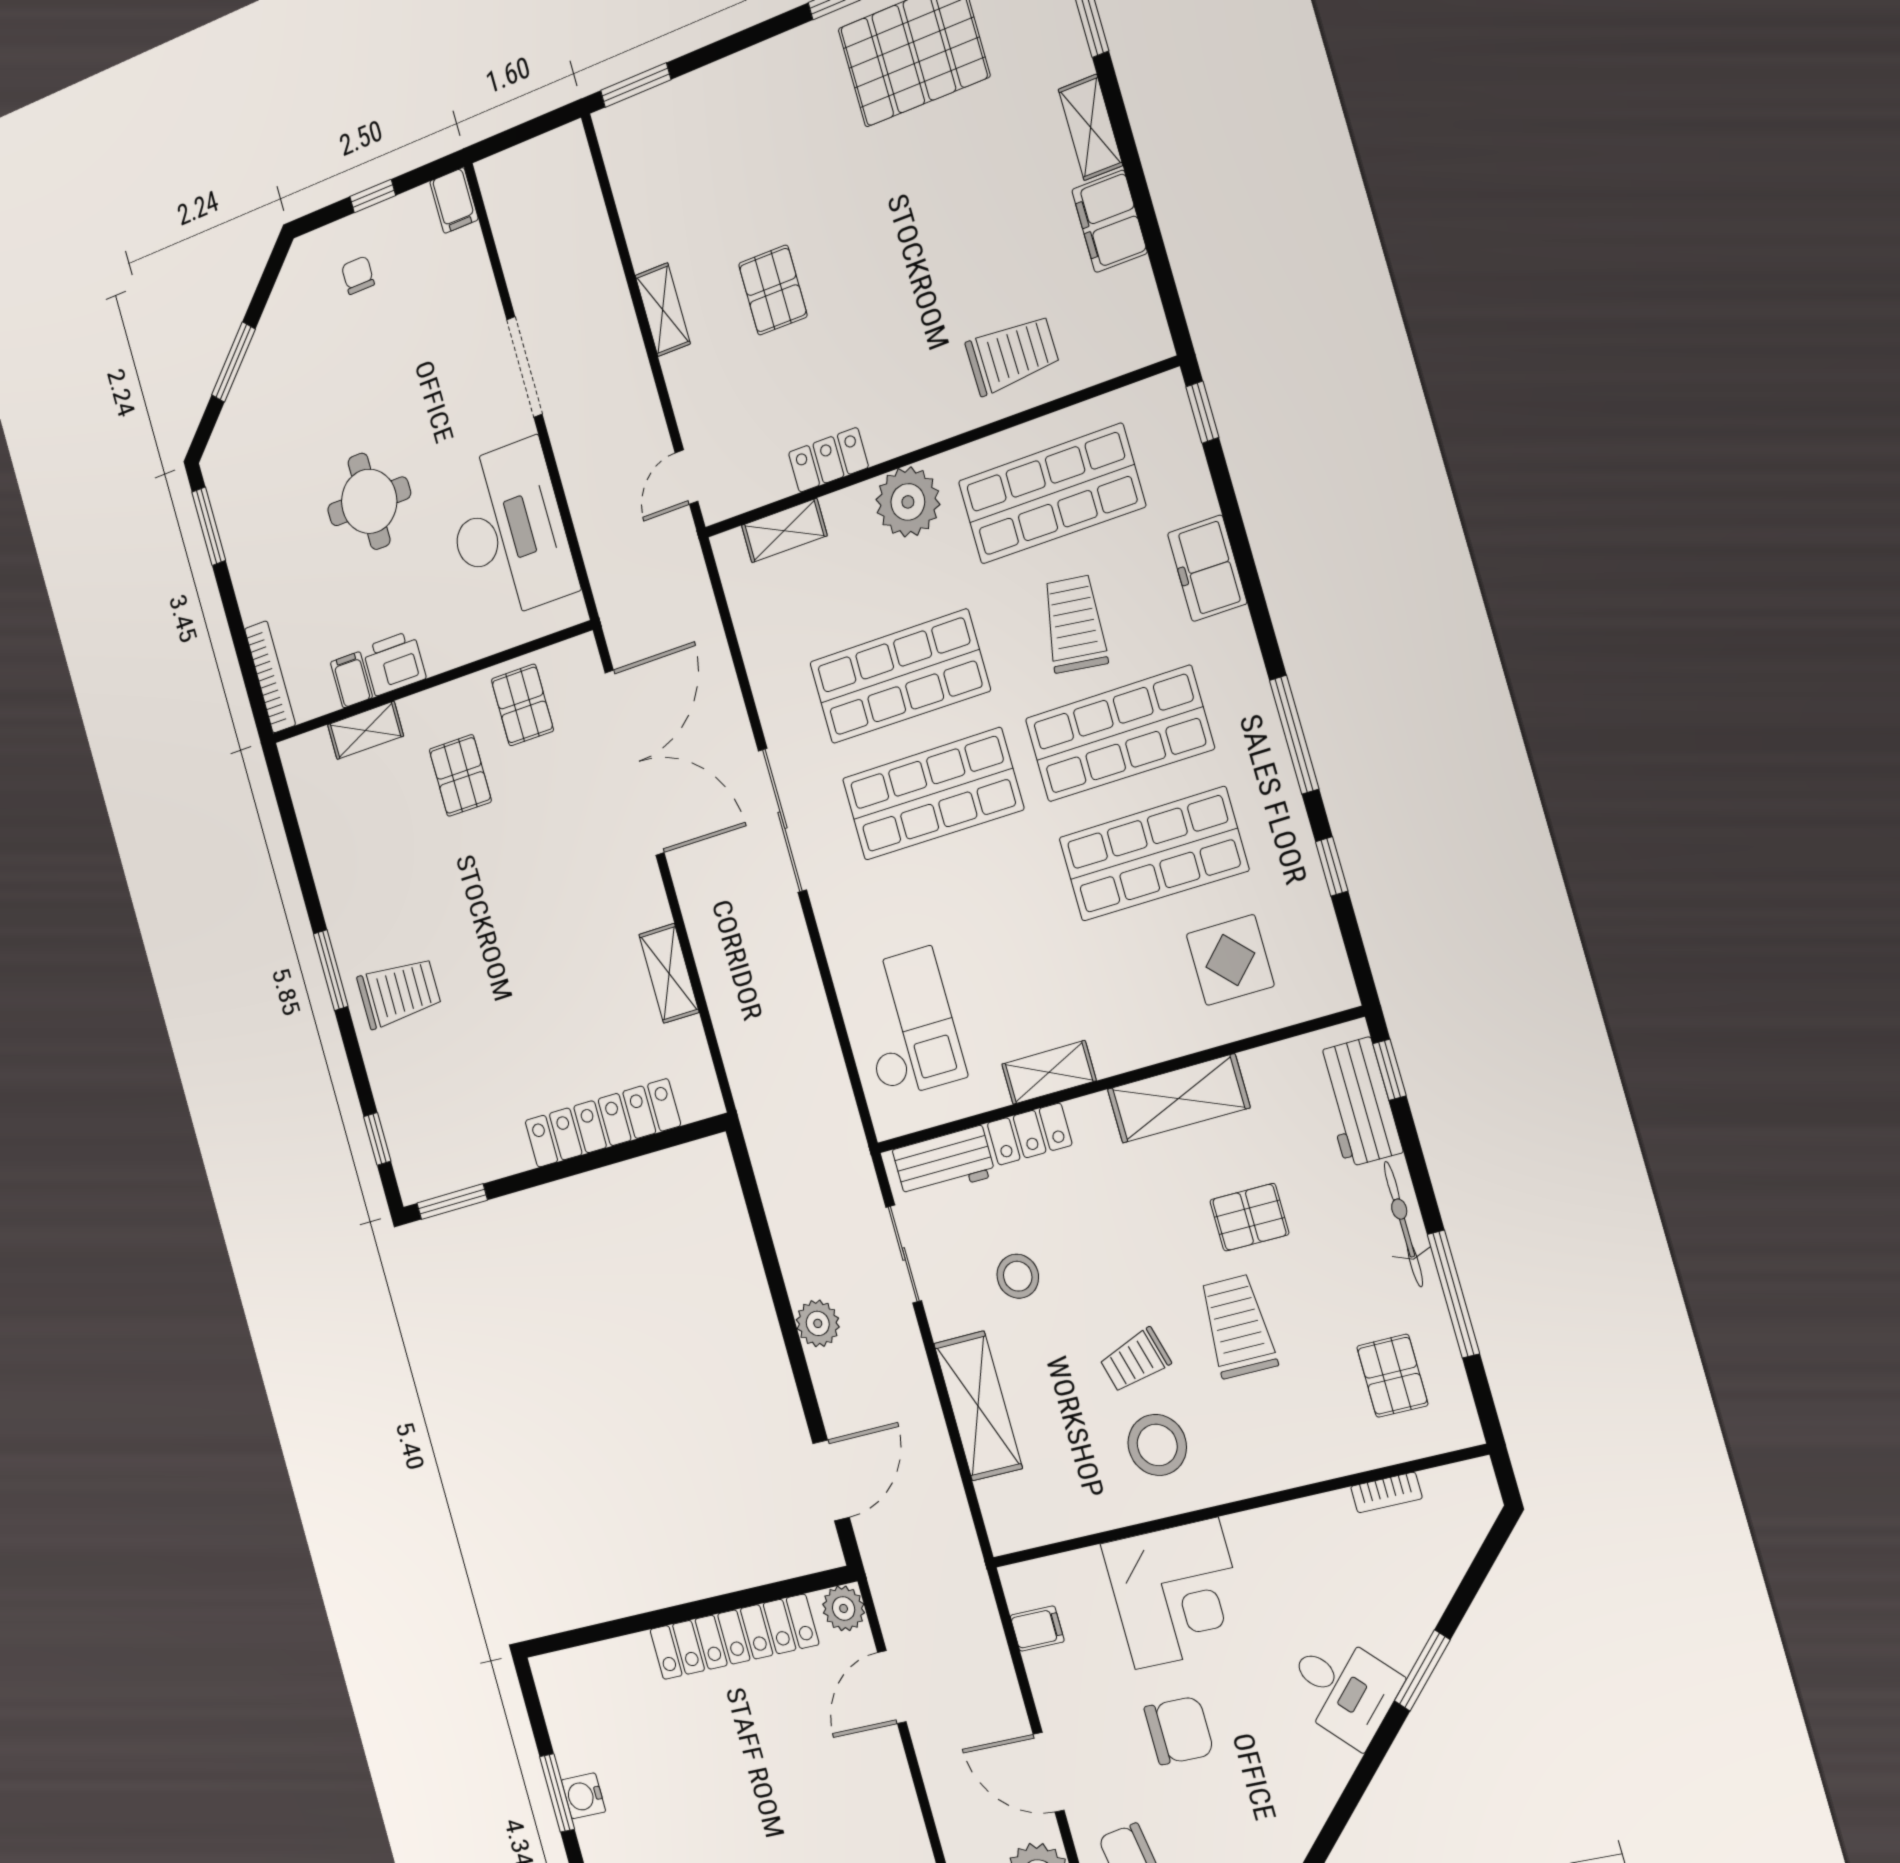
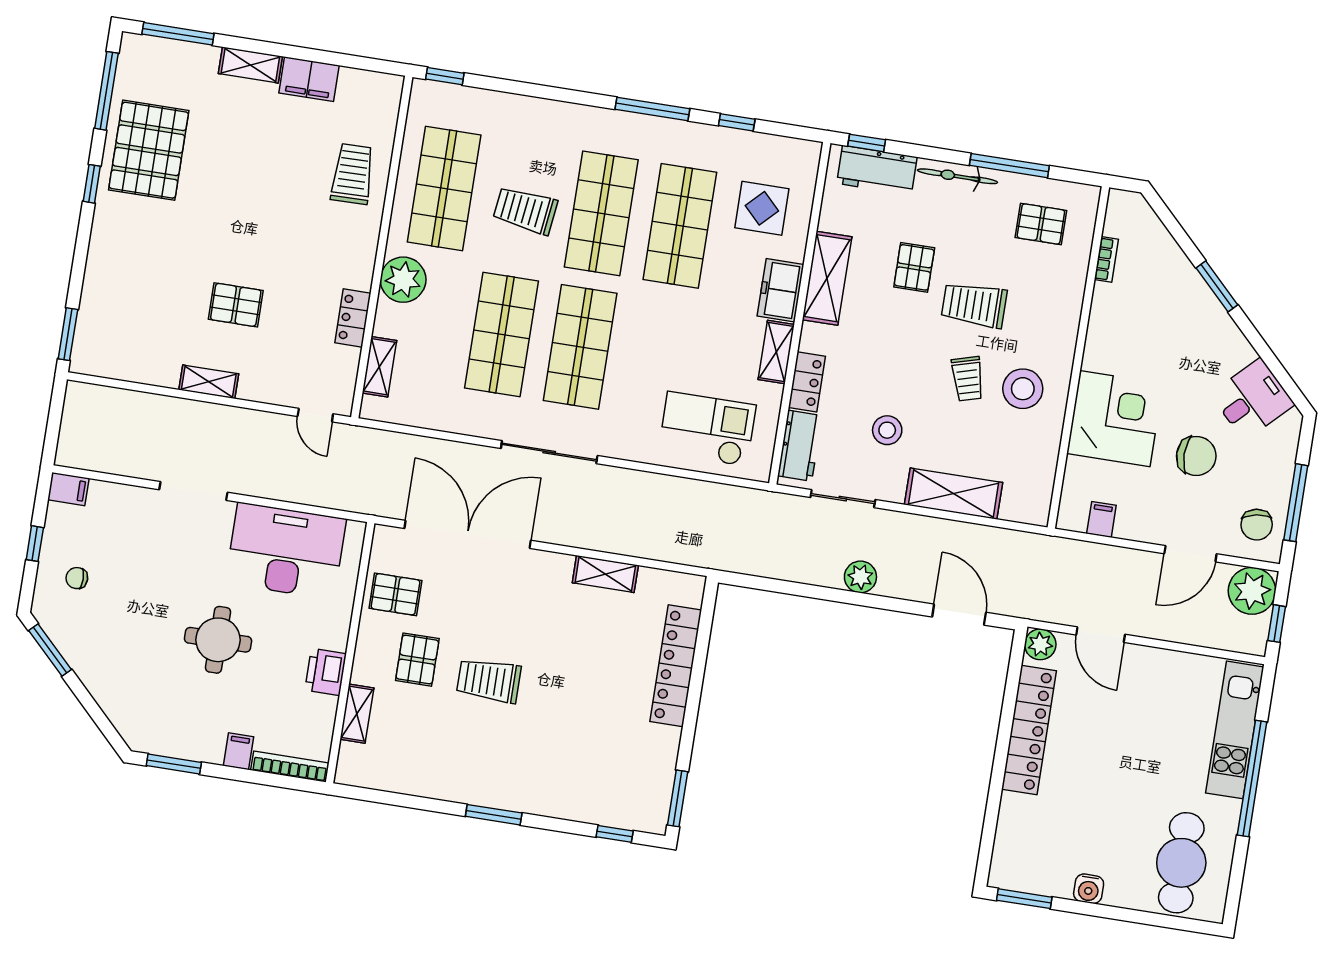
window: (233, 362) -> (50, 650), moved
freezer: (1207, 568) -> (781, 290), moved, turned 90
filing cabinet: (351, 680) -> (239, 751), moved, turned 90
pallet: (460, 775) -> (417, 660), turned 90
trolley: (399, 992) -> (489, 680), moved, turned -90
desk: (1343, 1689) -> (1252, 399), moved
chair: (1179, 1731) -> (1196, 456), turned 90
window: (557, 1793) -> (1024, 899), moved

